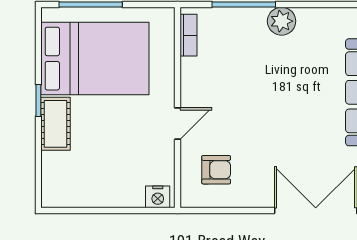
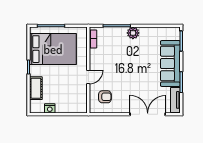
cot: (56, 124) -> (36, 88), moved
nightstand: (158, 197) -> (50, 108), moved

